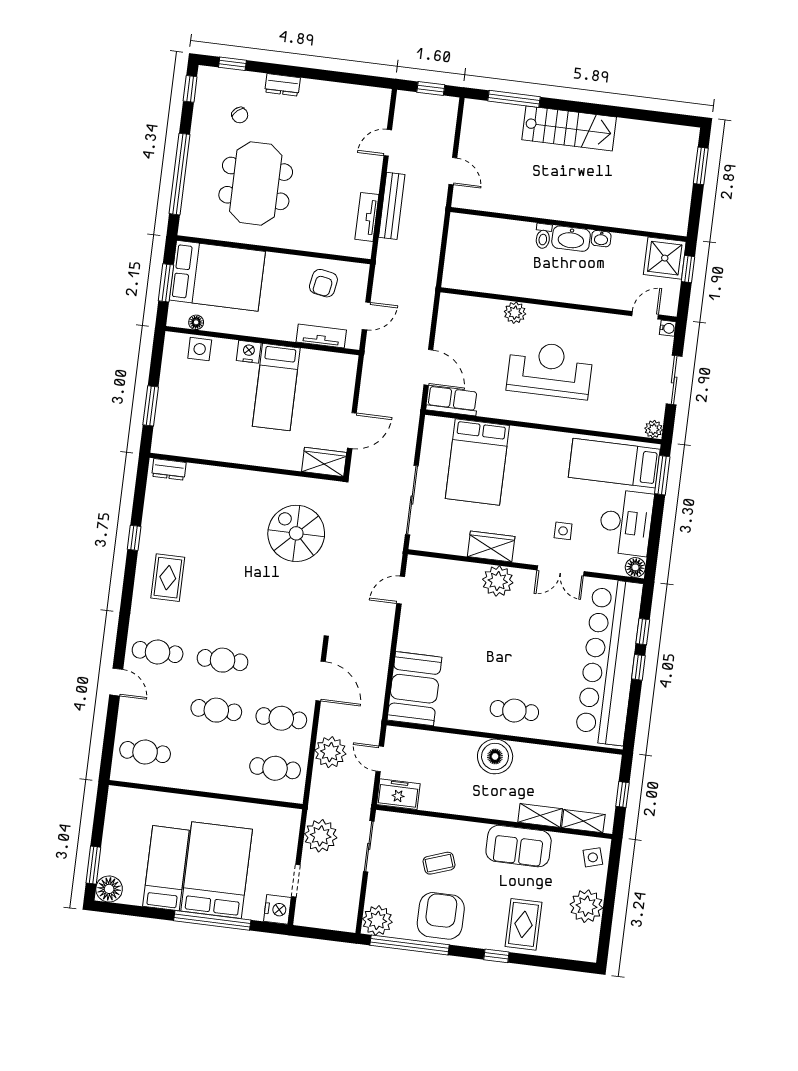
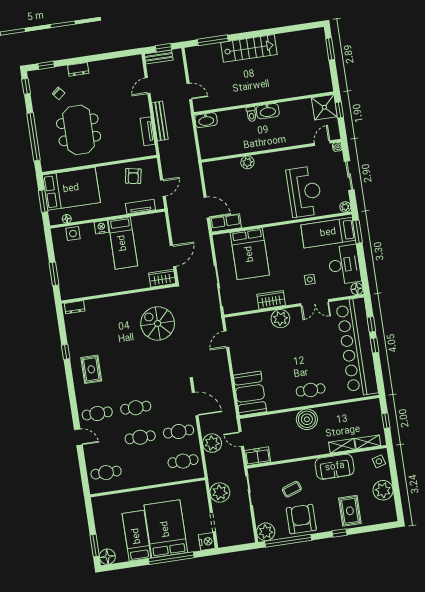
bench: (419, 101) -> (159, 57), added
washbasin: (601, 239) -> (206, 120), moved, width x1.91, depth x1.45
reception desk: (550, 370) -> (304, 192), moved, turned 90

